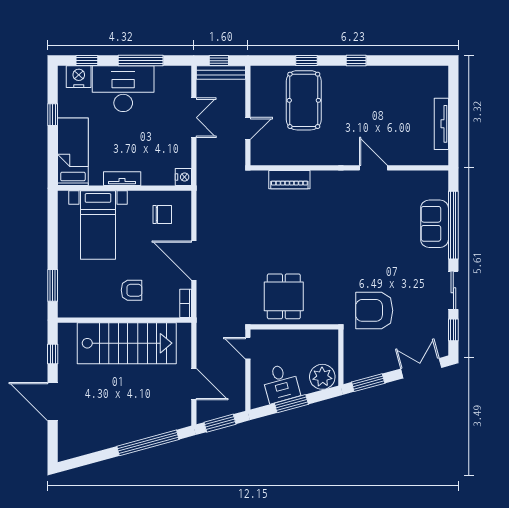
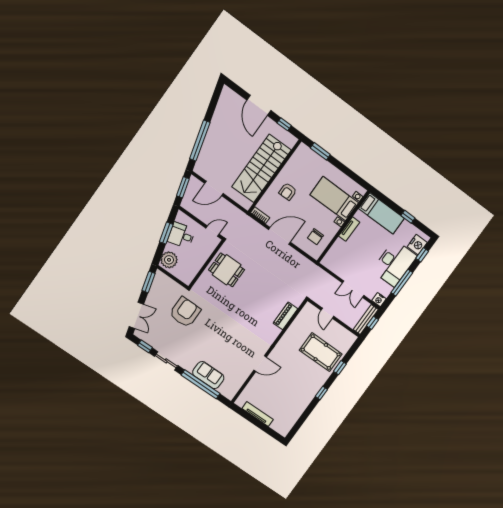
nightstand: (183, 177) -> (379, 300), moved
door: (53, 402) -> (259, 105), swing flipped

